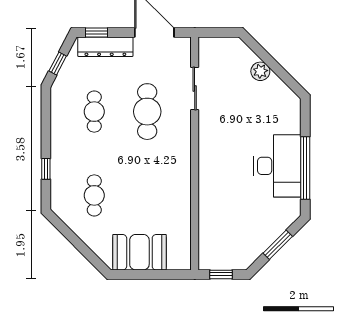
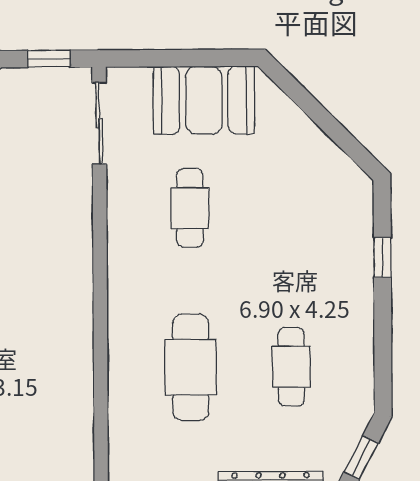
sliding door: (195, 88) -> (99, 123), moved
cafe table: (94, 195) -> (190, 208), moved

